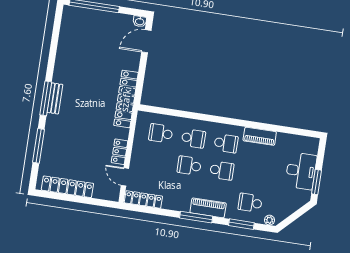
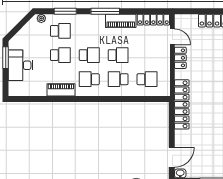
school desk: (222, 171) -> (89, 55), turned 180
school desk: (254, 176) -> (60, 55), added
piano: (208, 208) -> (121, 21), moved

